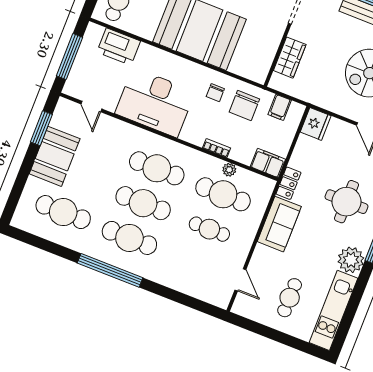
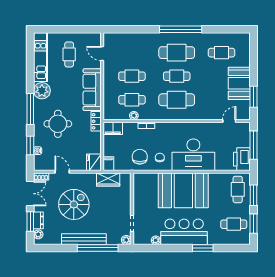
printer: (119, 47) -> (242, 159), moved, turned -90
wardrobe: (290, 58) -> (108, 179), moved, turned -90
desk: (155, 102) -> (193, 155), moved, turned 180
door: (91, 106) -> (229, 121), hinge flipped
filing cabinet: (280, 107) -> (108, 164), moved
cafe table: (223, 194) -> (132, 100), width x0.73, depth x0.74
cafe table: (143, 203) -> (177, 76), width x0.73, depth x0.74
cafe table: (63, 212) -> (221, 53), width x0.73, depth x0.74
sofa: (279, 224) -> (92, 90), width x1.36

